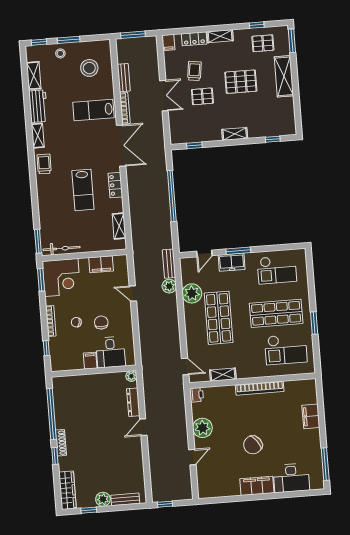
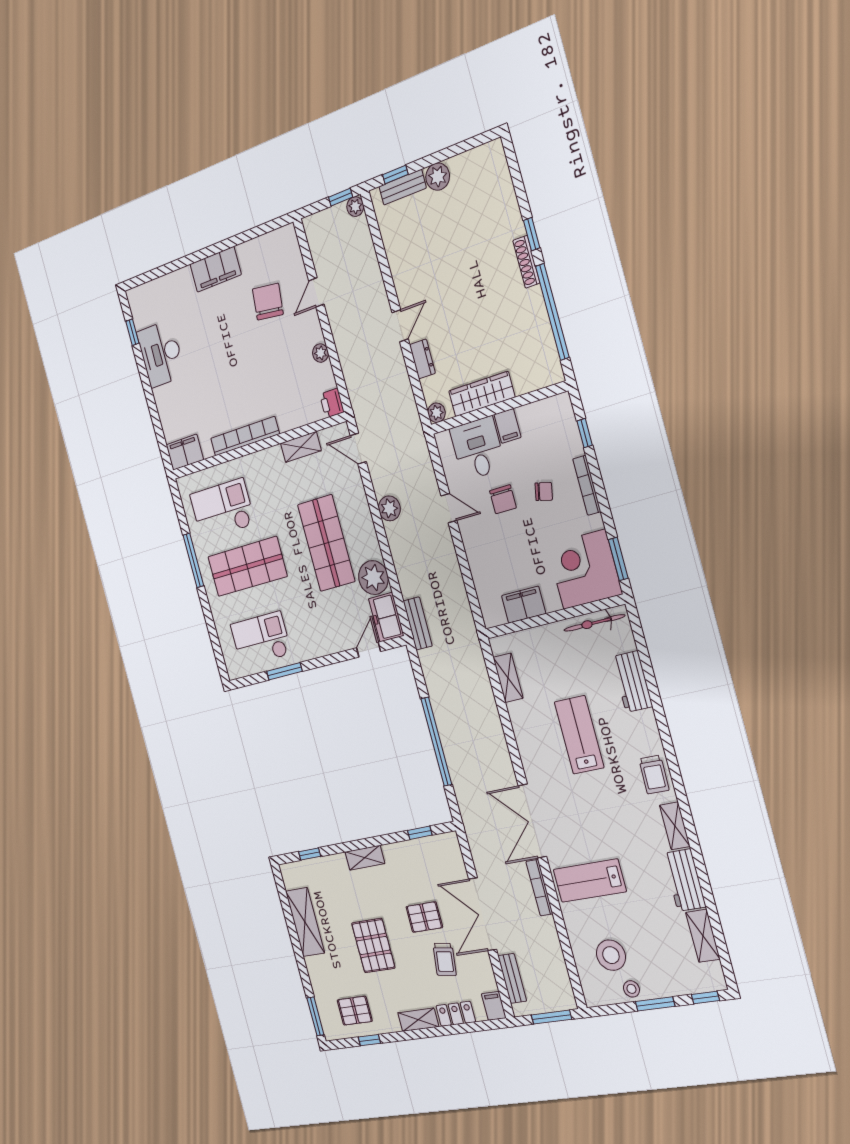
stool: (60, 53) -> (631, 989), moved
shelving: (284, 76) -> (305, 922), moved
bench: (124, 78) -> (512, 978), moved
pallet: (241, 82) -> (373, 946), turned 90
double door: (164, 96) -> (483, 914), width x1.37
lab bench: (93, 110) -> (590, 881), turned 180
locker: (115, 185) -> (528, 750), removed
workbench: (46, 215) -> (632, 682), added
window: (38, 241) -> (637, 630), removed
window: (238, 251) -> (284, 671), moved
freezer: (232, 262) -> (386, 617), moved, turned -90
plant: (169, 286) -> (389, 508), moved
door: (133, 294) -> (449, 508), moved
window: (314, 323) -> (193, 560), width x1.44
dresser: (133, 402) -> (422, 359), width x0.70
filing cabinet: (311, 416) -> (185, 452), moved, turned -90
plant: (202, 428) -> (320, 353), width x0.53, depth x0.53
chair: (253, 445) -> (268, 302), moved, turned -46
window: (325, 464) -> (132, 332), width x0.46
desk: (291, 478) -> (161, 354), moved, turned -90
wardrobe: (67, 490) -> (482, 394), moved, turned 90
plant: (157, 497) -> (355, 207), added
window: (89, 510) -> (395, 174), moved

